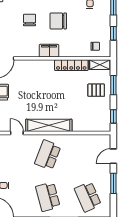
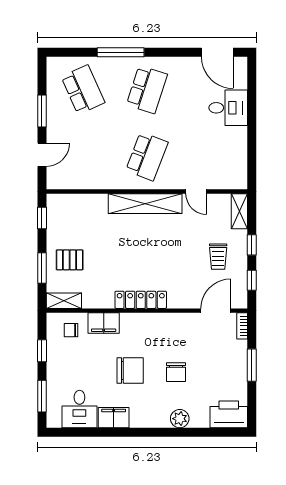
filing cabinet: (49, 51) -> (104, 323), moved
locker: (71, 65) -> (141, 300), moved
school desk: (48, 197) -> (147, 90), turned 33

